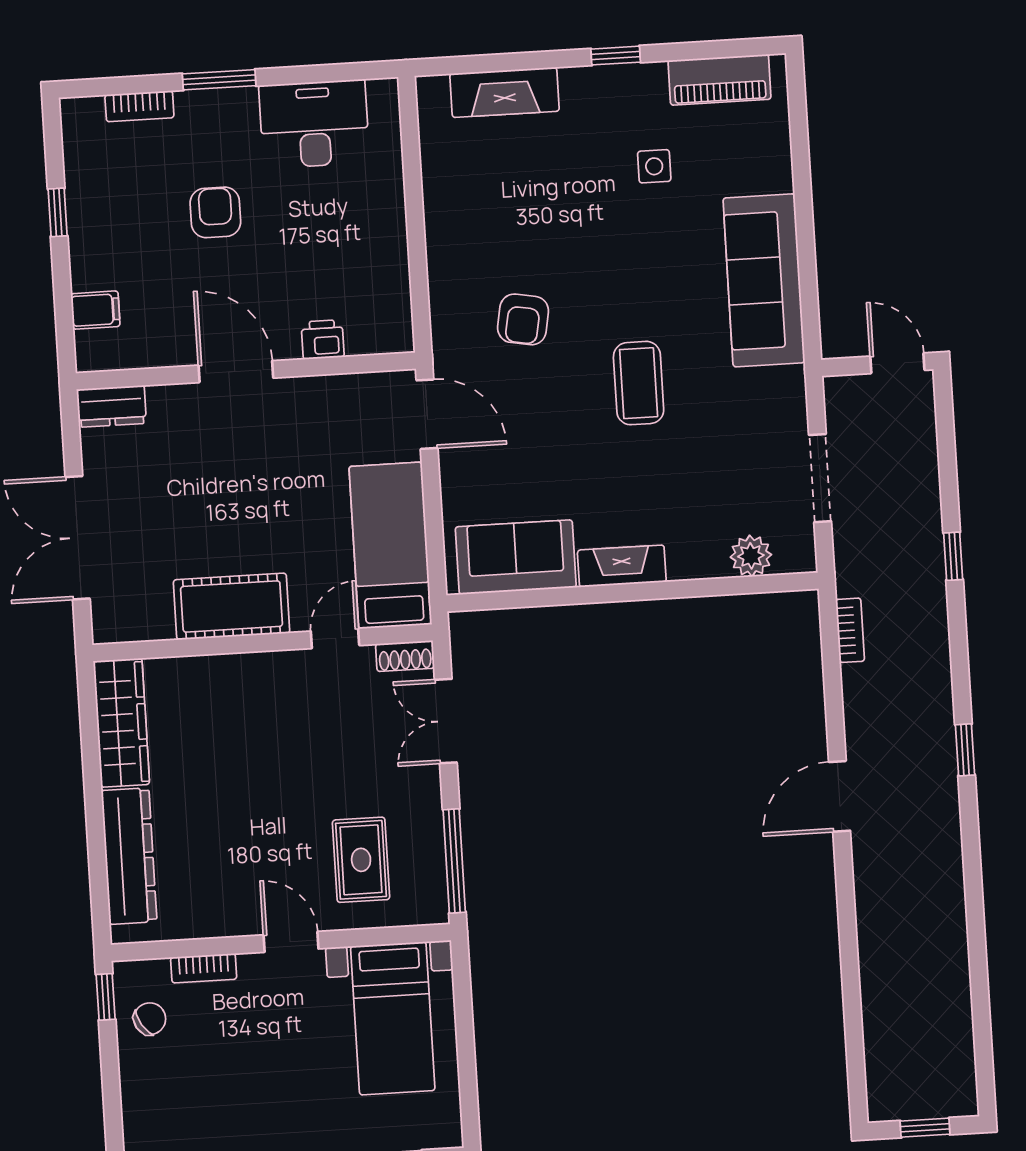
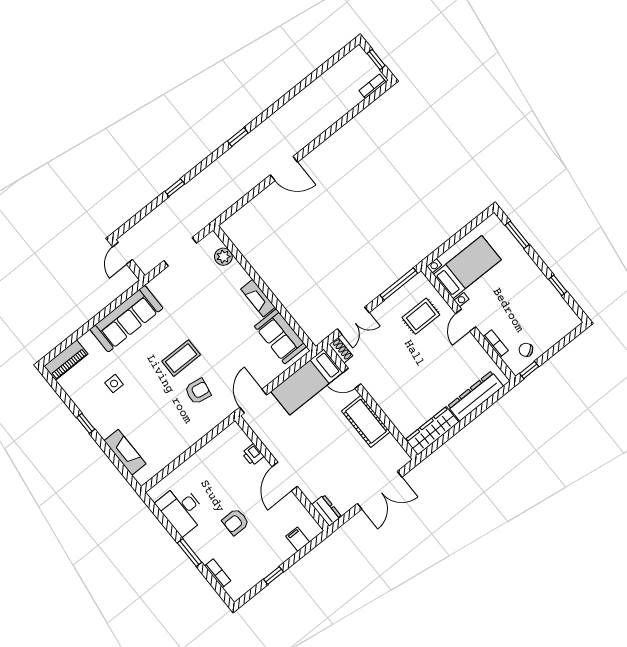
piano: (720, 80) -> (66, 360), moved, turned 90
coffee table: (639, 383) -> (181, 358), moved
bookcase: (850, 630) -> (372, 86), moved

